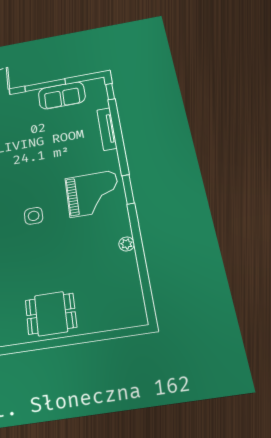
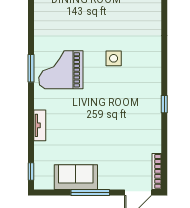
tv unit: (107, 129) -> (40, 125), width x0.71
plant: (127, 244) -> (40, 19), removed

